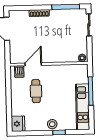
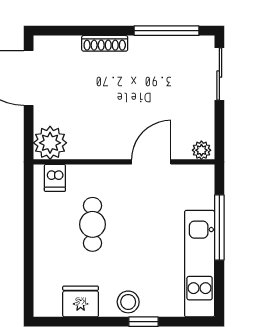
plant: (17, 56) -> (50, 143), added
door: (33, 64) -> (151, 162), moved
fridge: (18, 124) -> (81, 301), moved, turned -90

